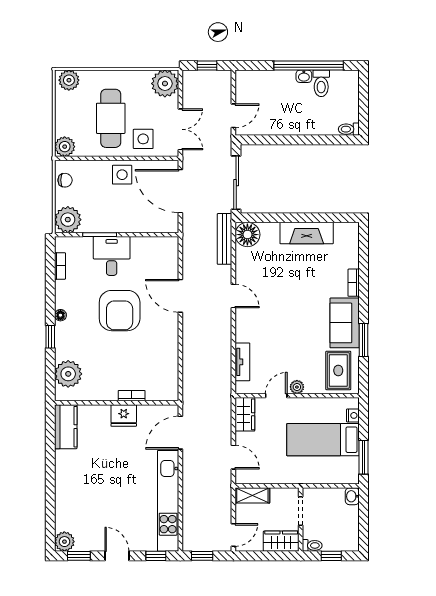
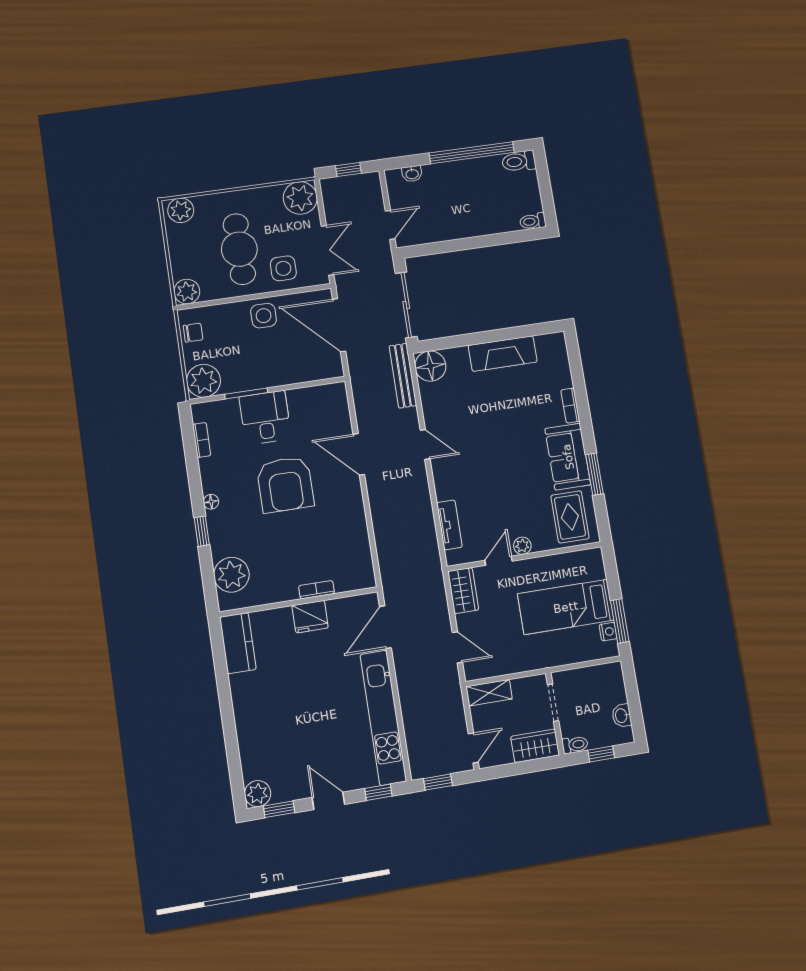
washbasin: (304, 76) -> (412, 174), moved
toilet: (321, 83) -> (519, 161), moved, turned 90
nightstand: (353, 415) -> (608, 632), moved
washbasin: (352, 496) -> (622, 716), moved

